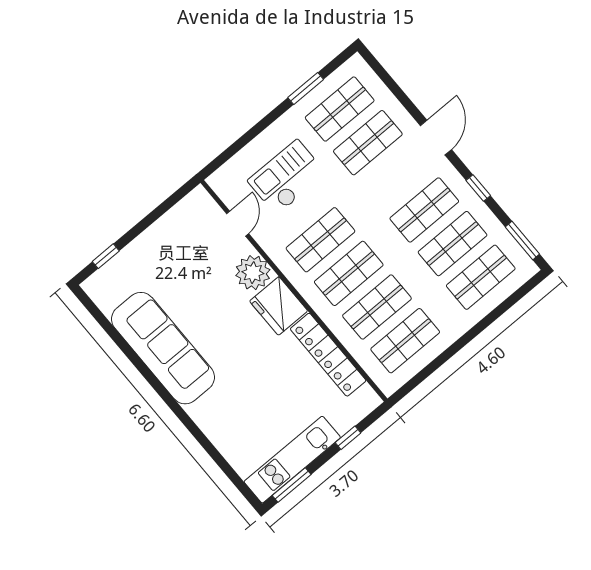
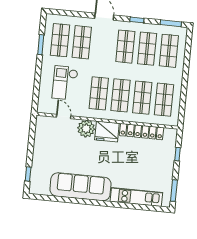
kitchen unit: (292, 460) -> (136, 197), moved, turned 90

